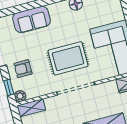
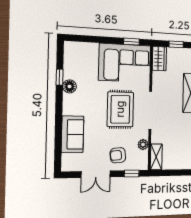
armchair: (23, 69) -> (118, 155), turned 84
plant: (20, 96) -> (143, 145), moved

